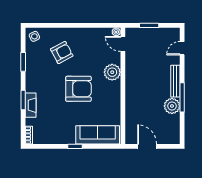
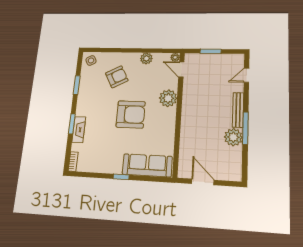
plant: (89, 33) -> (146, 58), added

